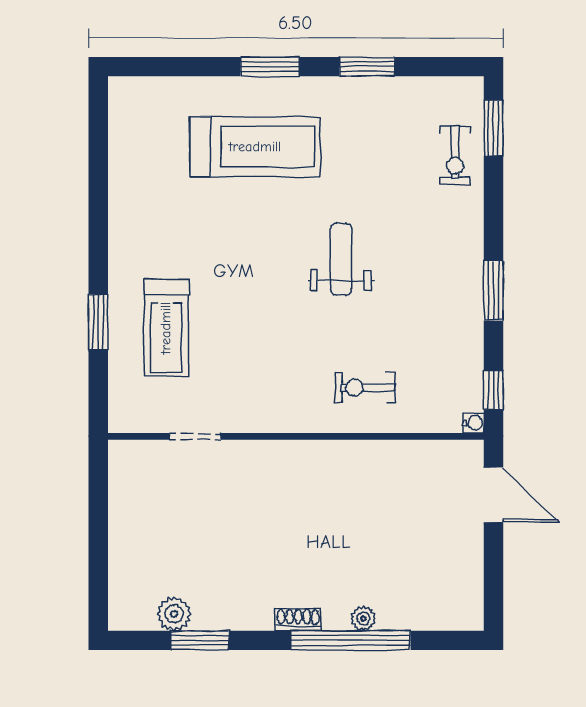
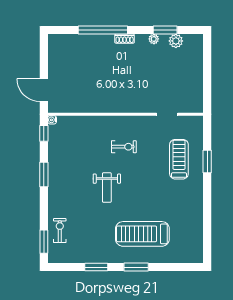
exercise bike: (365, 388) -> (124, 147), moved
plant: (363, 619) -> (154, 39), moved

